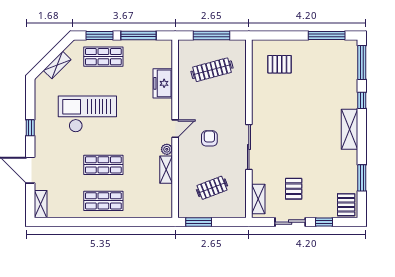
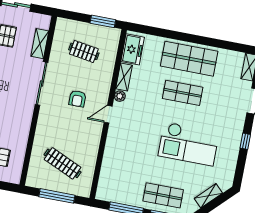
clothes rail: (212, 70) -> (63, 163), turned 39
freezer: (163, 83) -> (133, 49), moved
clothes rail: (212, 188) -> (84, 51), turned 30
shelving: (258, 199) -> (40, 44), moved
shop shelf: (103, 201) -> (189, 59), width x1.43, depth x1.36

